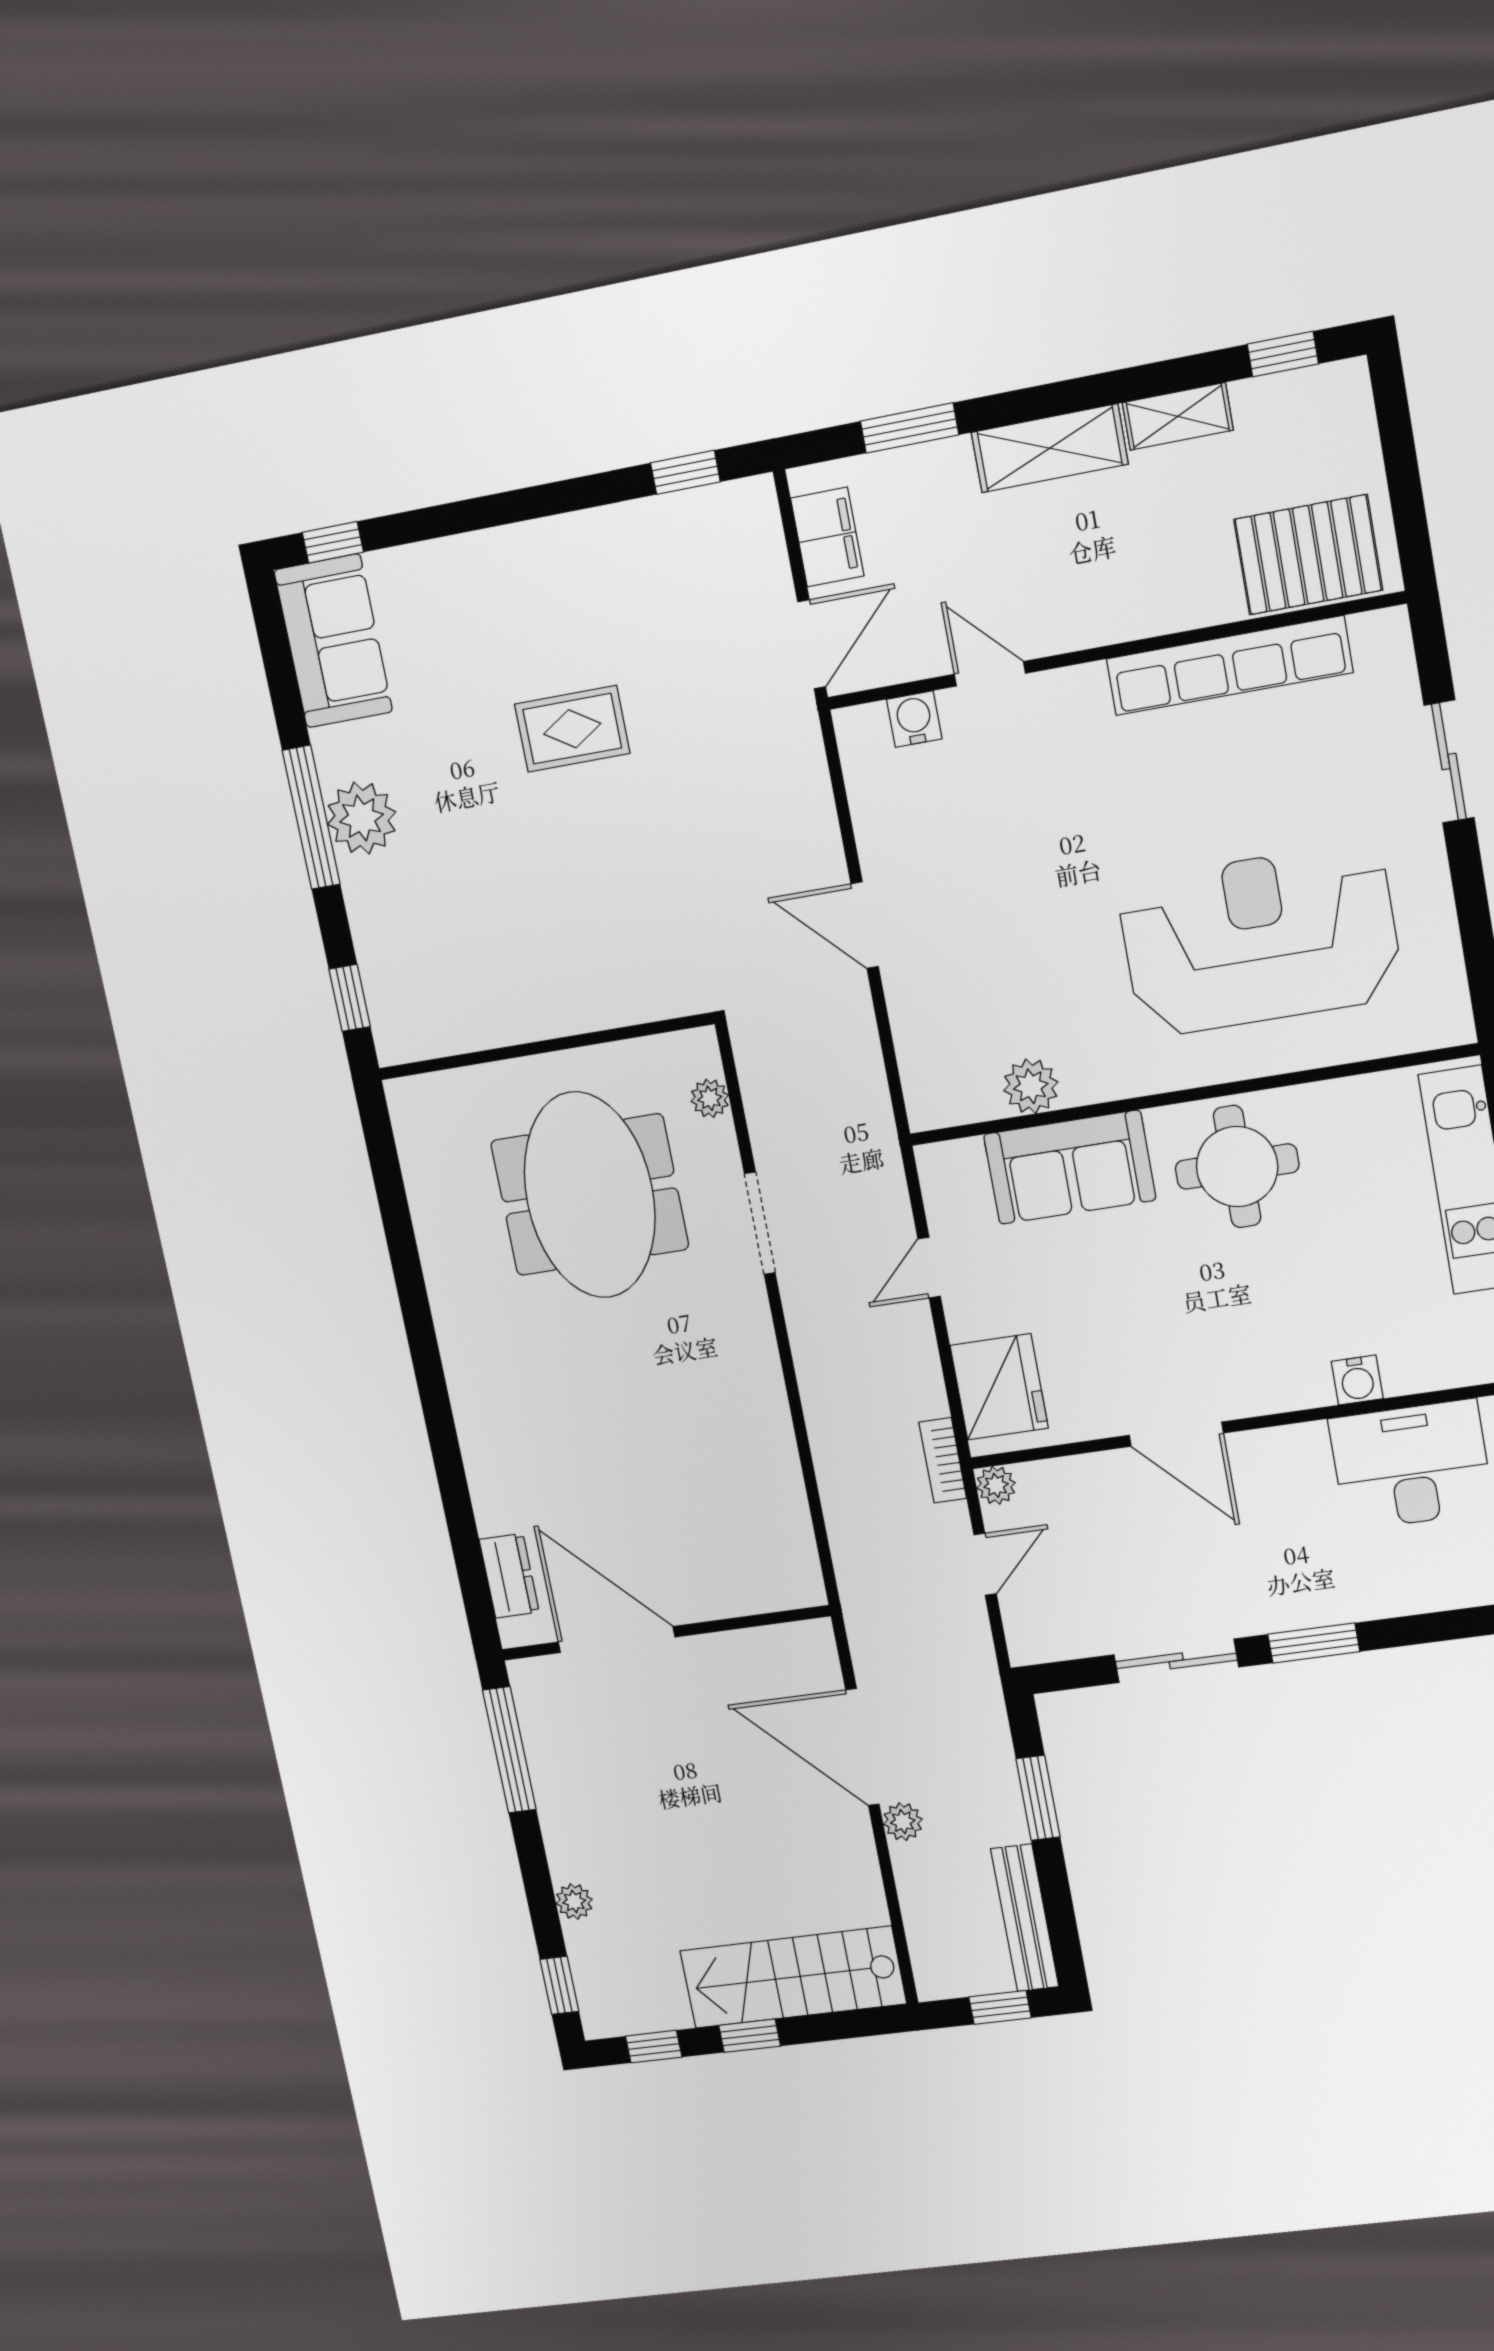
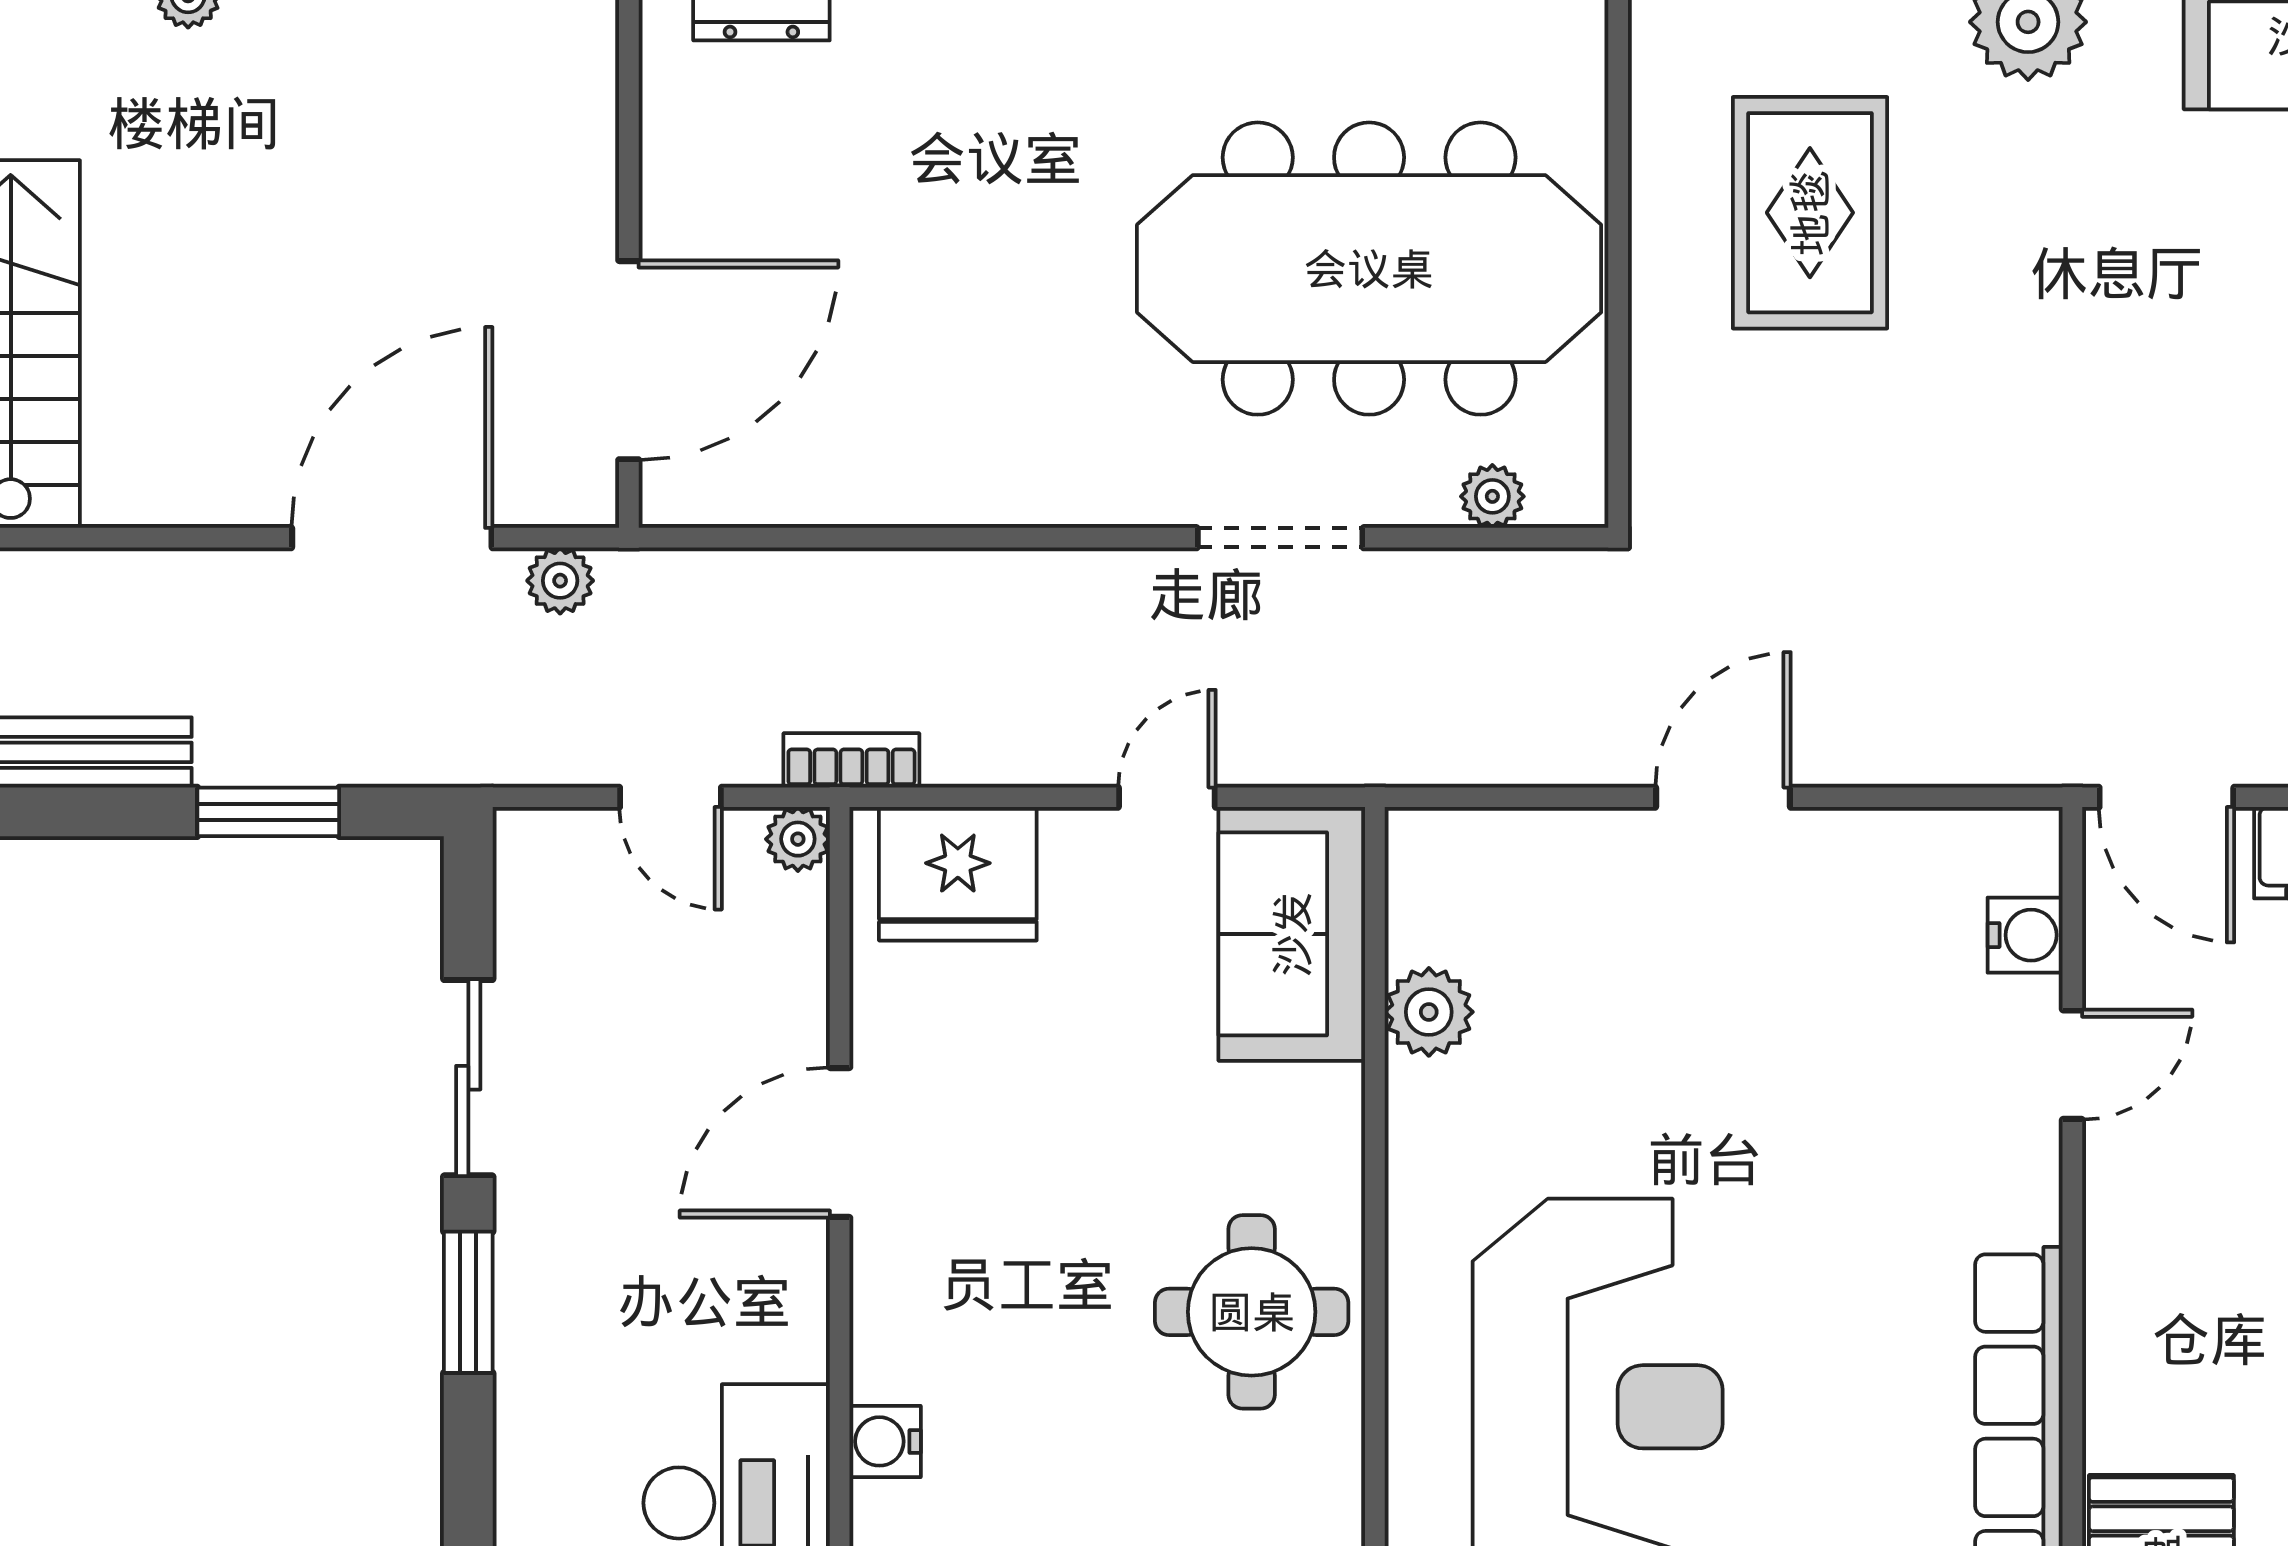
rug: (572, 729) -> (1810, 213), moved, width x1.36, depth x1.43
sofa: (1070, 1167) -> (1292, 934), moved
meeting table: (590, 1195) -> (1369, 269), width x1.36
door: (929, 1268) -> (1167, 797), hinge flipped
door: (616, 1639) -> (629, 360), moved
plant: (903, 1822) -> (560, 581), moved

